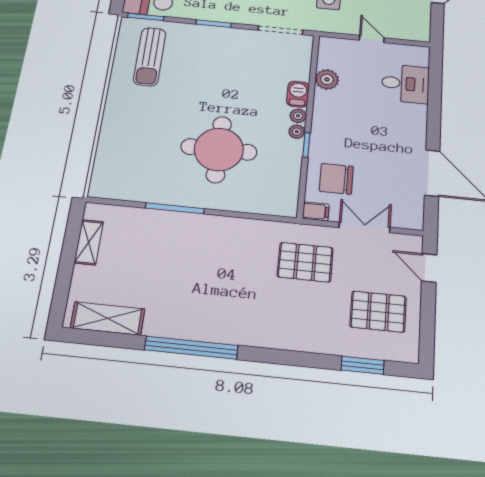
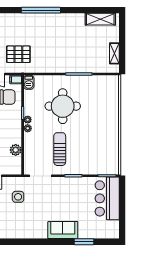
sun lounger: (150, 57) -> (60, 149), moved
barbecue: (298, 94) -> (29, 82), moved
window: (191, 348) -> (41, 10), moved

